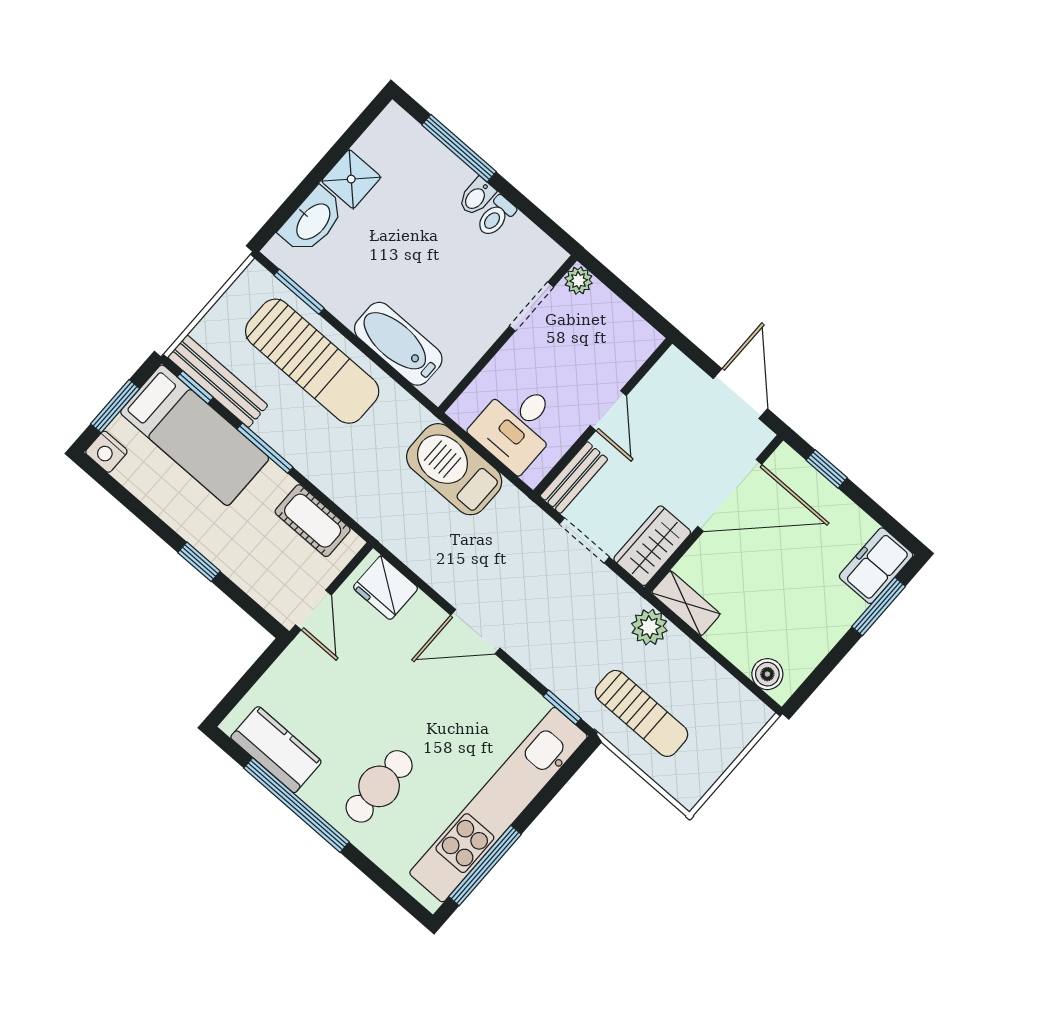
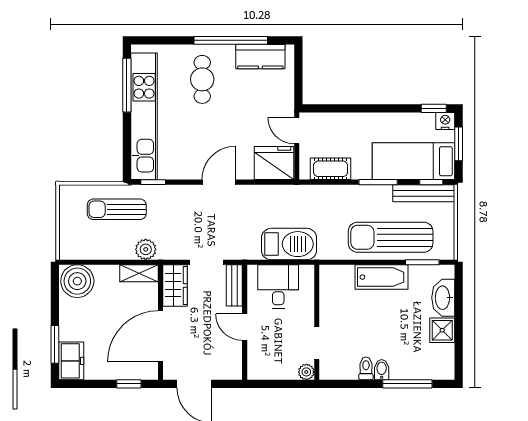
bathtub: (398, 344) -> (381, 277), moved
window: (199, 562) -> (434, 108), moved
fridge: (385, 588) -> (274, 163), width x1.36, depth x1.34
boiler: (767, 674) -> (77, 281), width x1.86, depth x1.86

